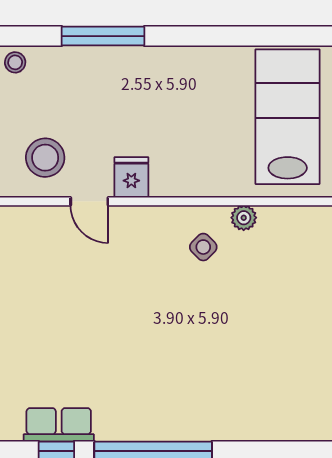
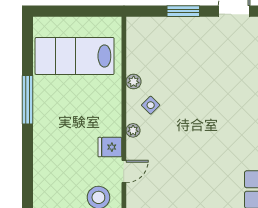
window: (103, 36) -> (28, 100), moved
plant: (160, 217) -> (133, 130), added

